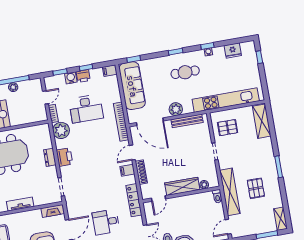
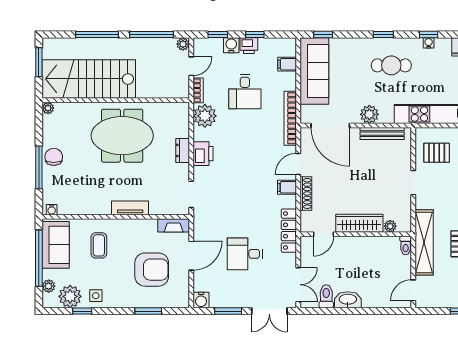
filing cabinet: (110, 71) -> (287, 64), moved
plant: (13, 87) -> (183, 44), moved
desk: (86, 109) -> (245, 92), width x0.73

